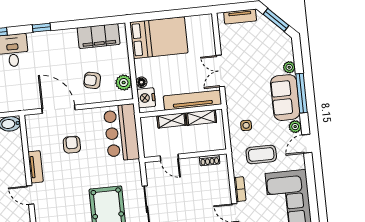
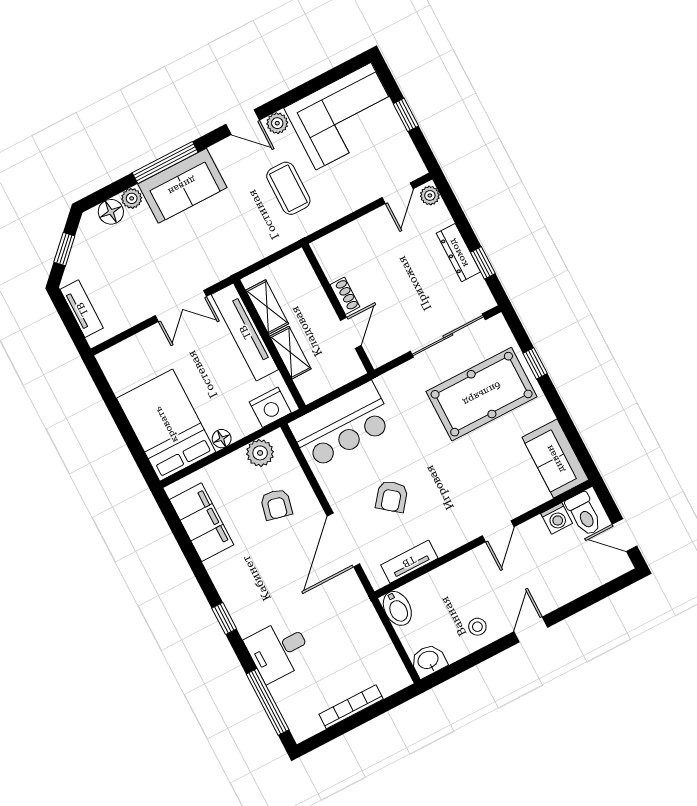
window: (276, 20) -> (64, 249), width x0.67
floor lamp: (286, 53) -> (111, 212), added
floor lamp: (141, 82) -> (222, 439), moved
side table: (246, 125) -> (251, 231), removed
plant: (295, 127) -> (277, 123), moved
armchair: (72, 145) -> (392, 497), turned -52
shoe rack: (210, 160) -> (345, 296), moved
tv unit: (36, 167) -> (409, 562), moved
bookcase: (240, 189) -> (357, 201), removed

